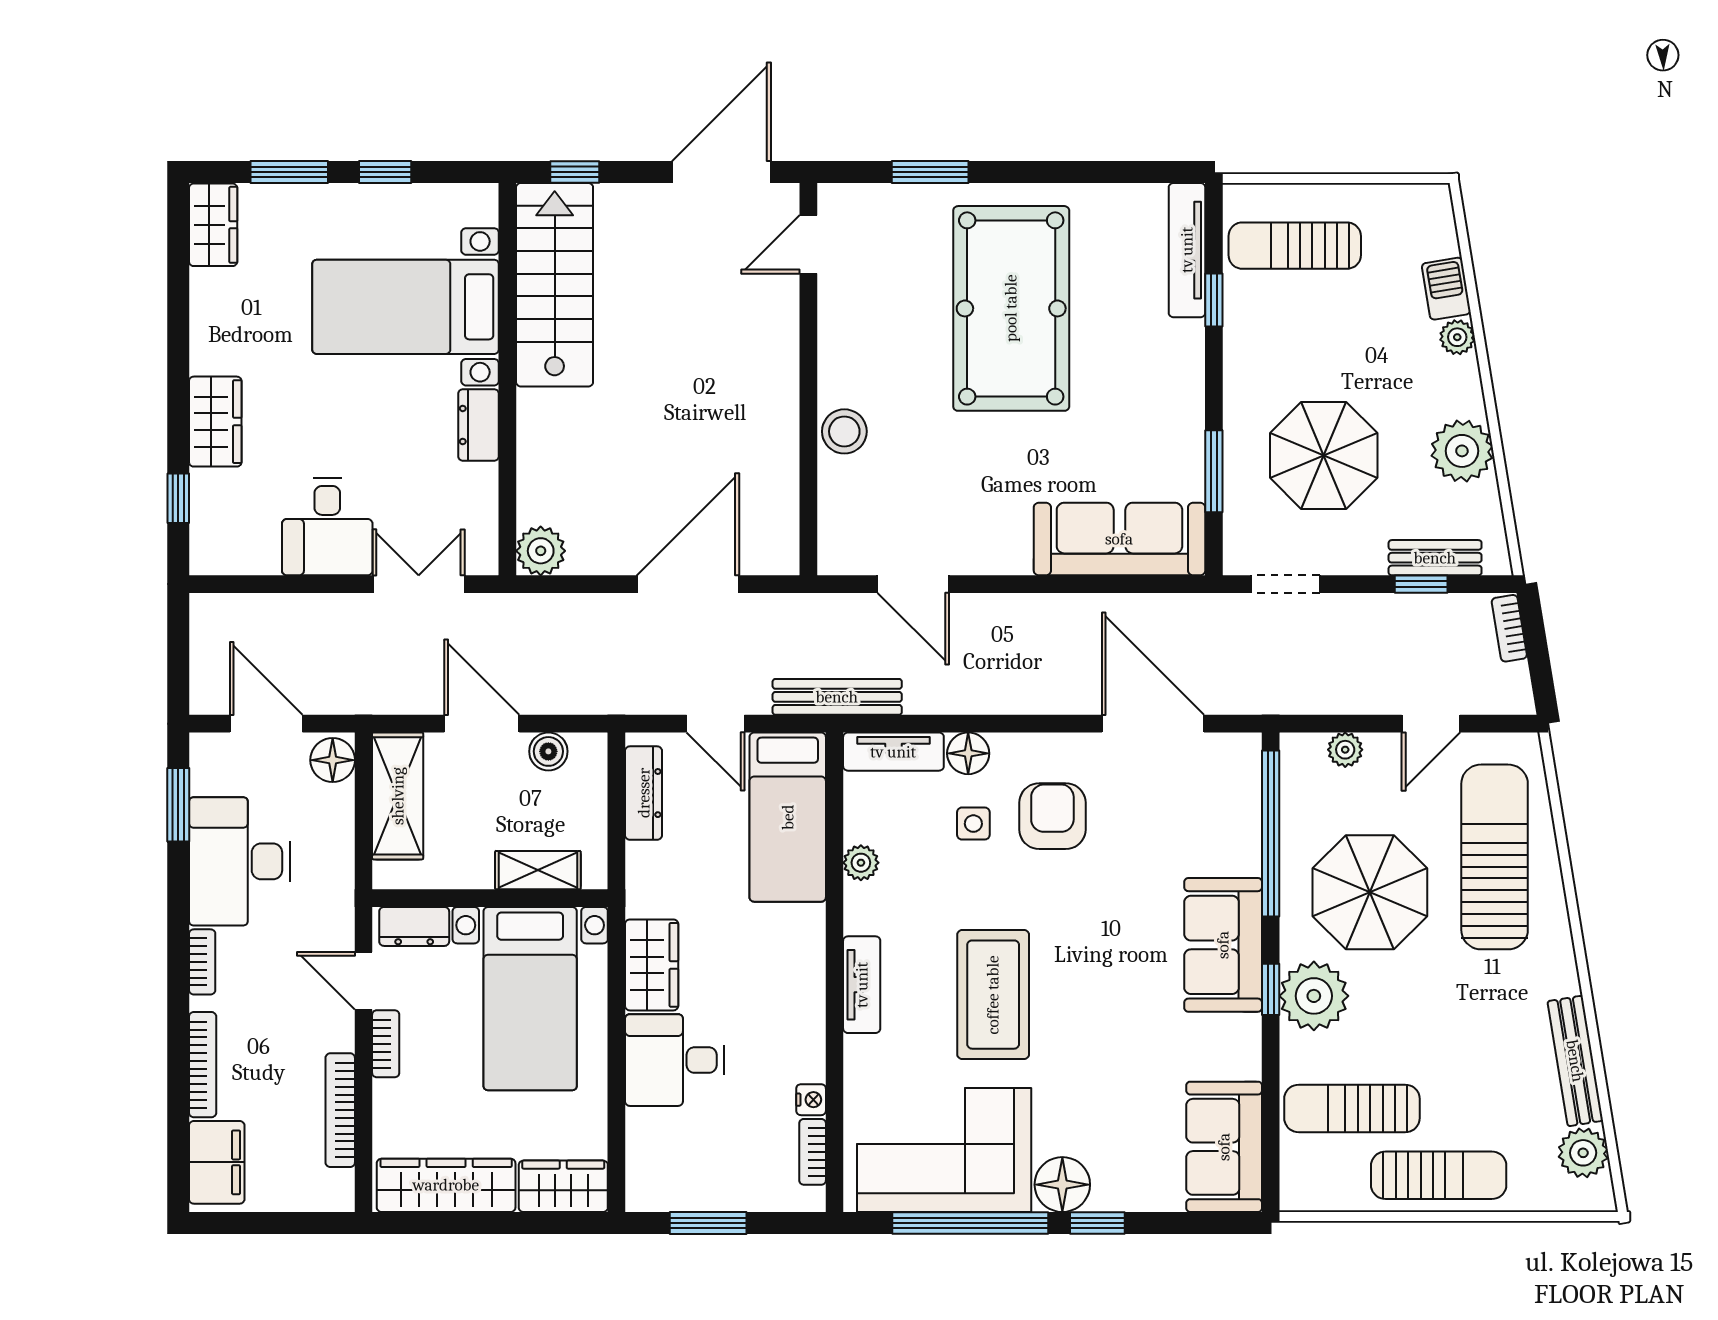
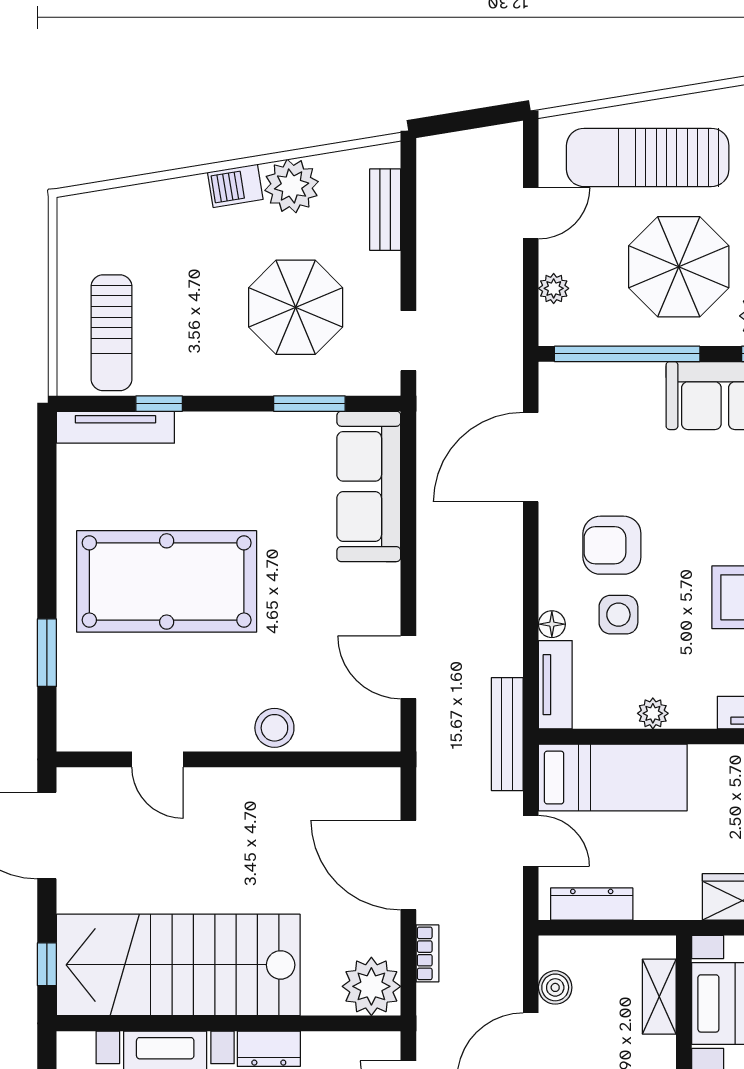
door: (808, 244) -> (157, 759), moved
stairs: (555, 285) -> (178, 965), width x1.36, depth x1.51
barbecue: (1446, 289) -> (235, 186), moved
plant: (1457, 337) -> (192, 190), removed
plant: (541, 551) -> (371, 986), width x1.36, depth x1.36
door: (913, 584) -> (408, 667), swing flipped
window: (1421, 584) -> (408, 222), removed
bookcase: (1509, 628) -> (427, 953), moved, turned -81
door: (715, 724) -> (531, 841), hinge flipped
door: (1431, 724) -> (531, 213), hinge flipped
floor lamp: (968, 753) -> (552, 624), width x0.73, depth x0.73
side table: (973, 824) -> (618, 615), width x1.37, depth x1.37

